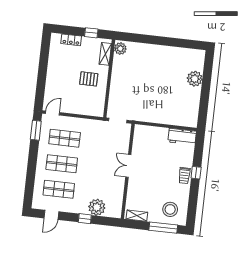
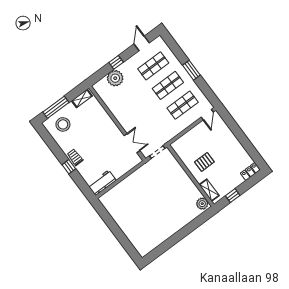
locker: (71, 40) -> (250, 172), moved
plant: (195, 79) -> (131, 231), removed
window: (36, 130) -> (191, 70), moved
double door: (128, 166) -> (132, 143), moved

